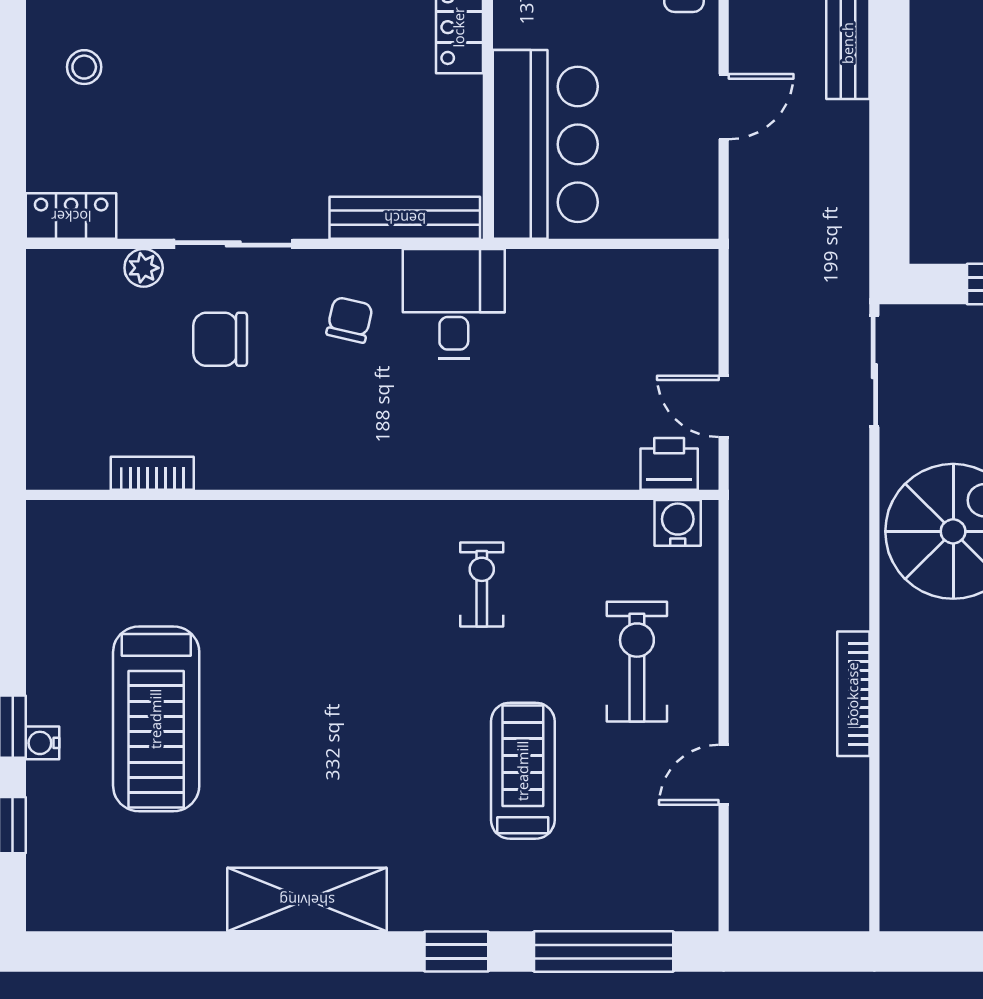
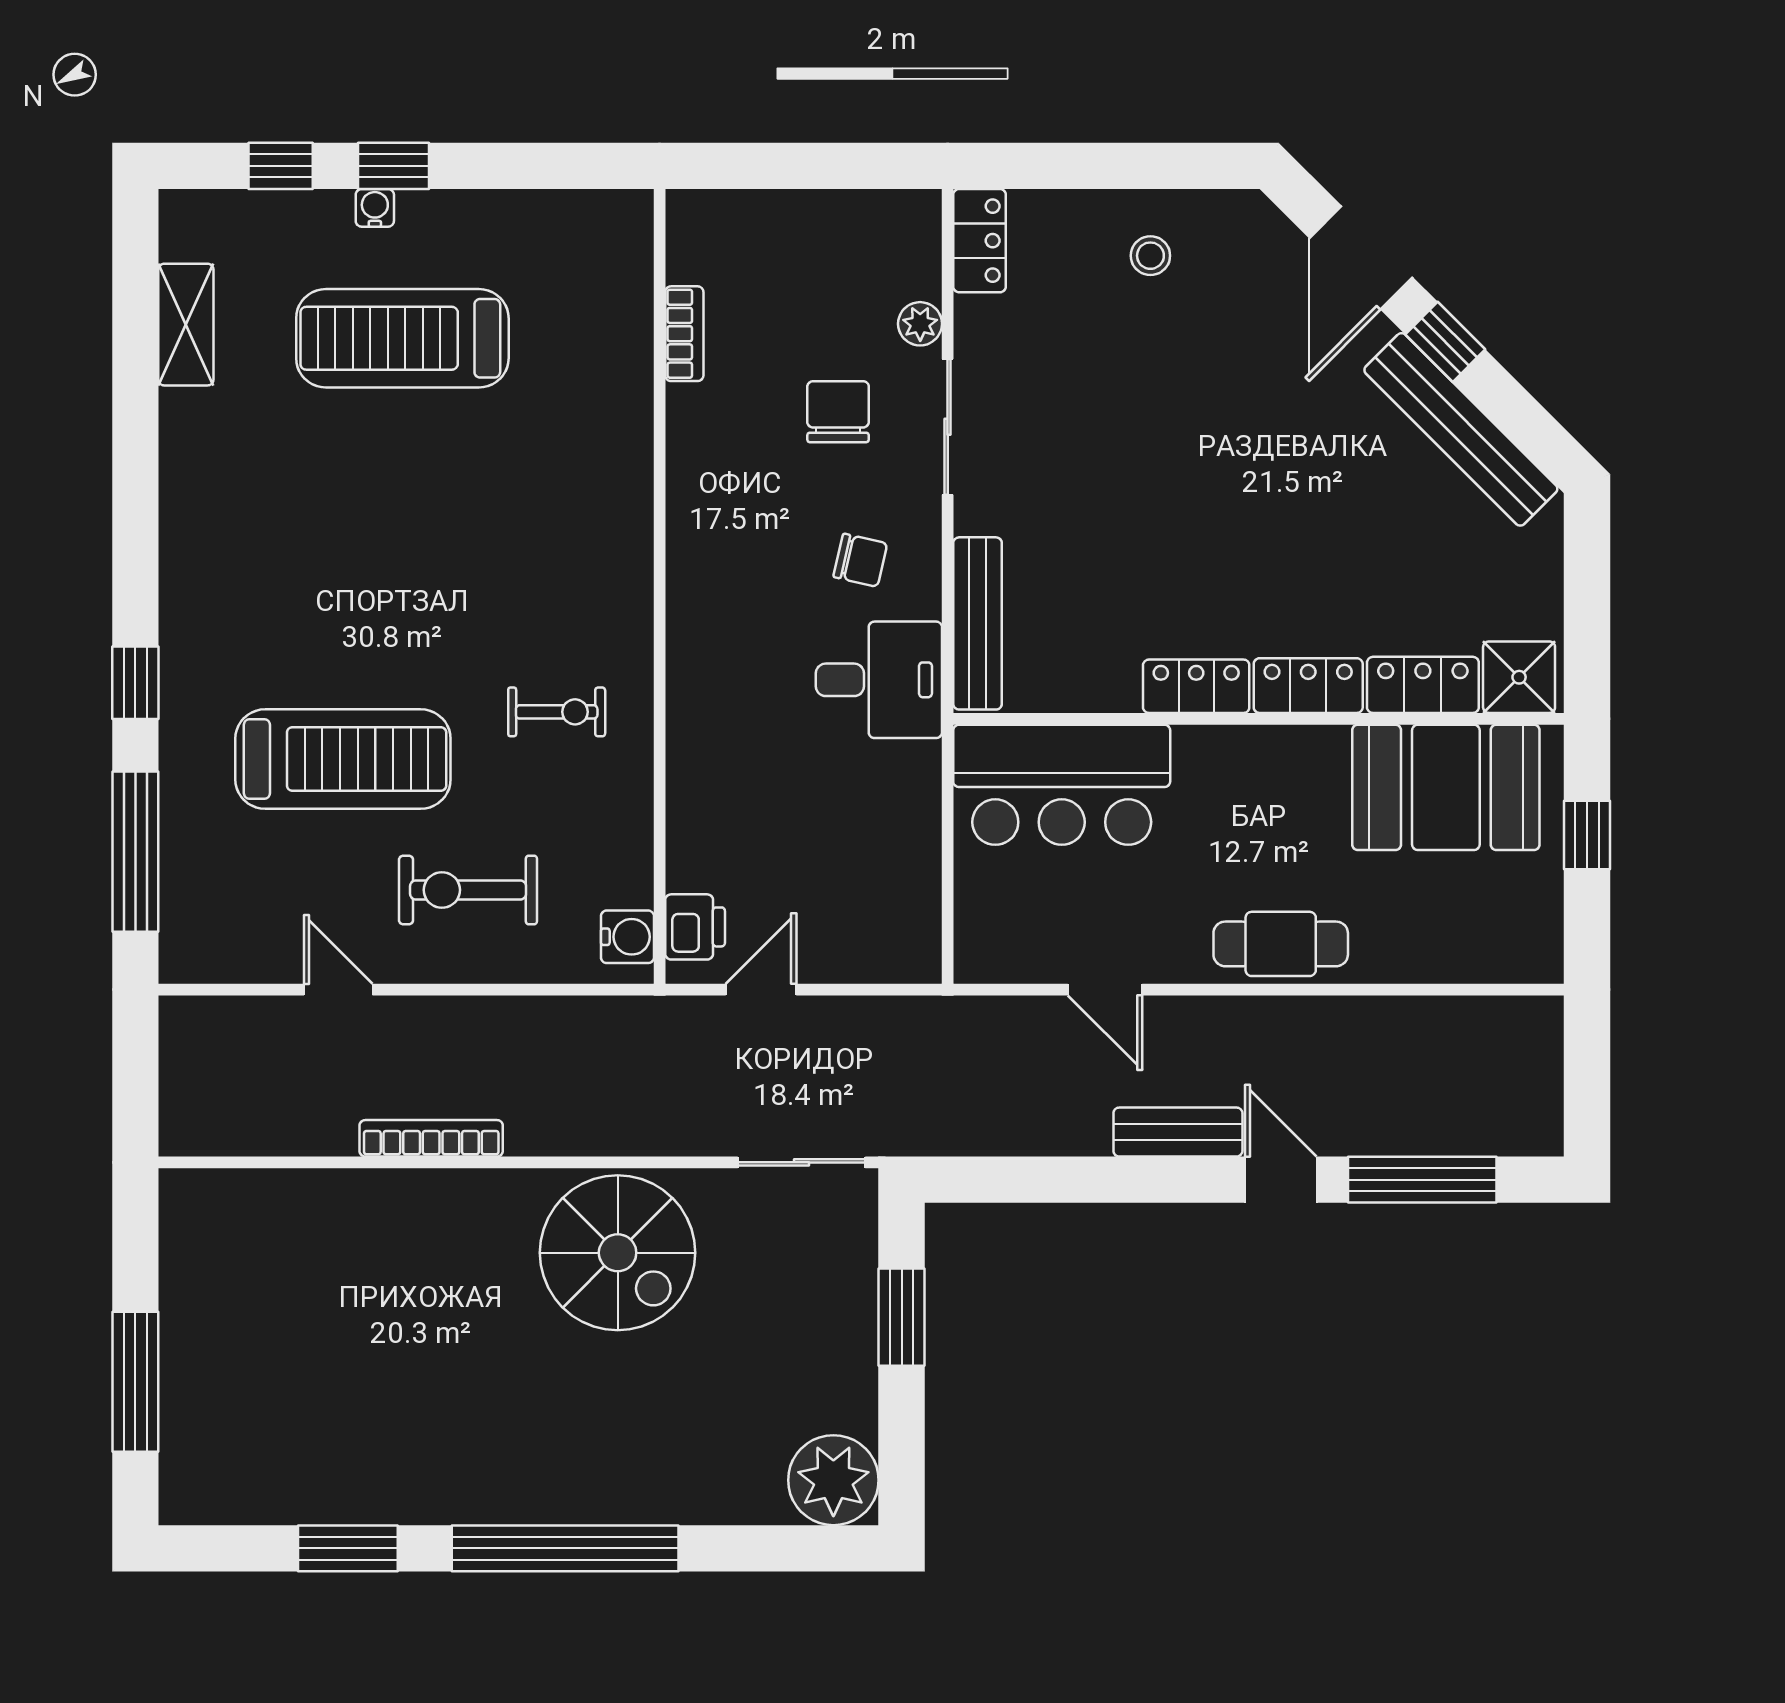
exercise bike: (637, 662) -> (468, 890), turned 180
treadmill: (523, 771) -> (343, 759), width x1.37, depth x1.38
shelving: (307, 900) -> (186, 325), moved, width x0.67, depth x0.75

